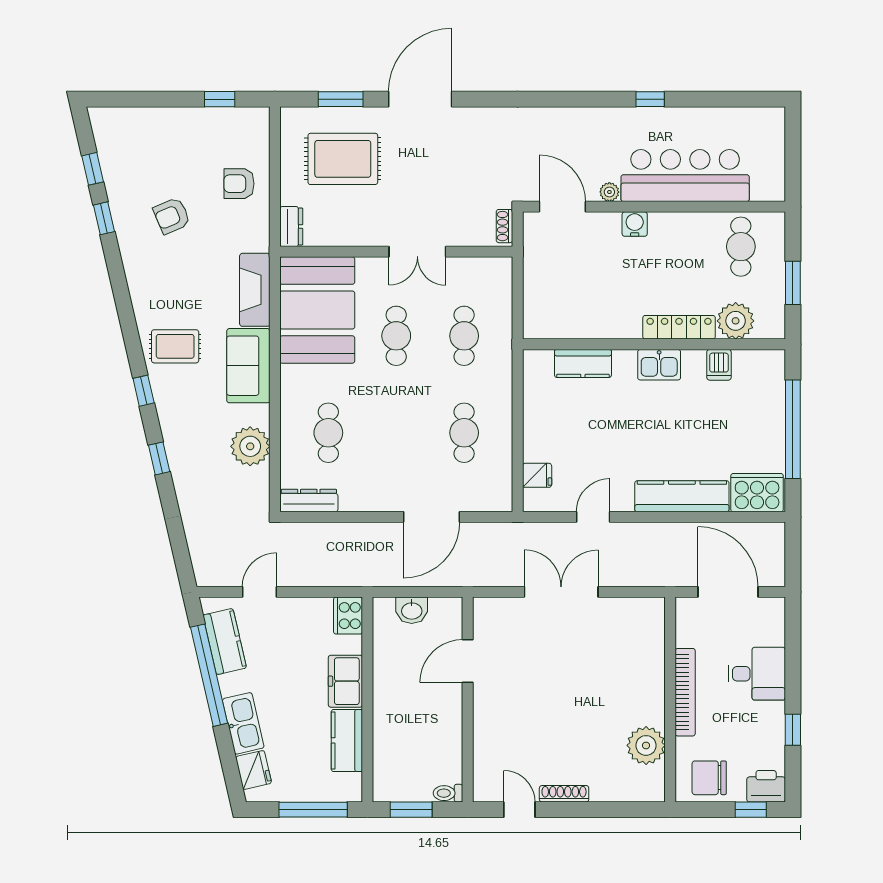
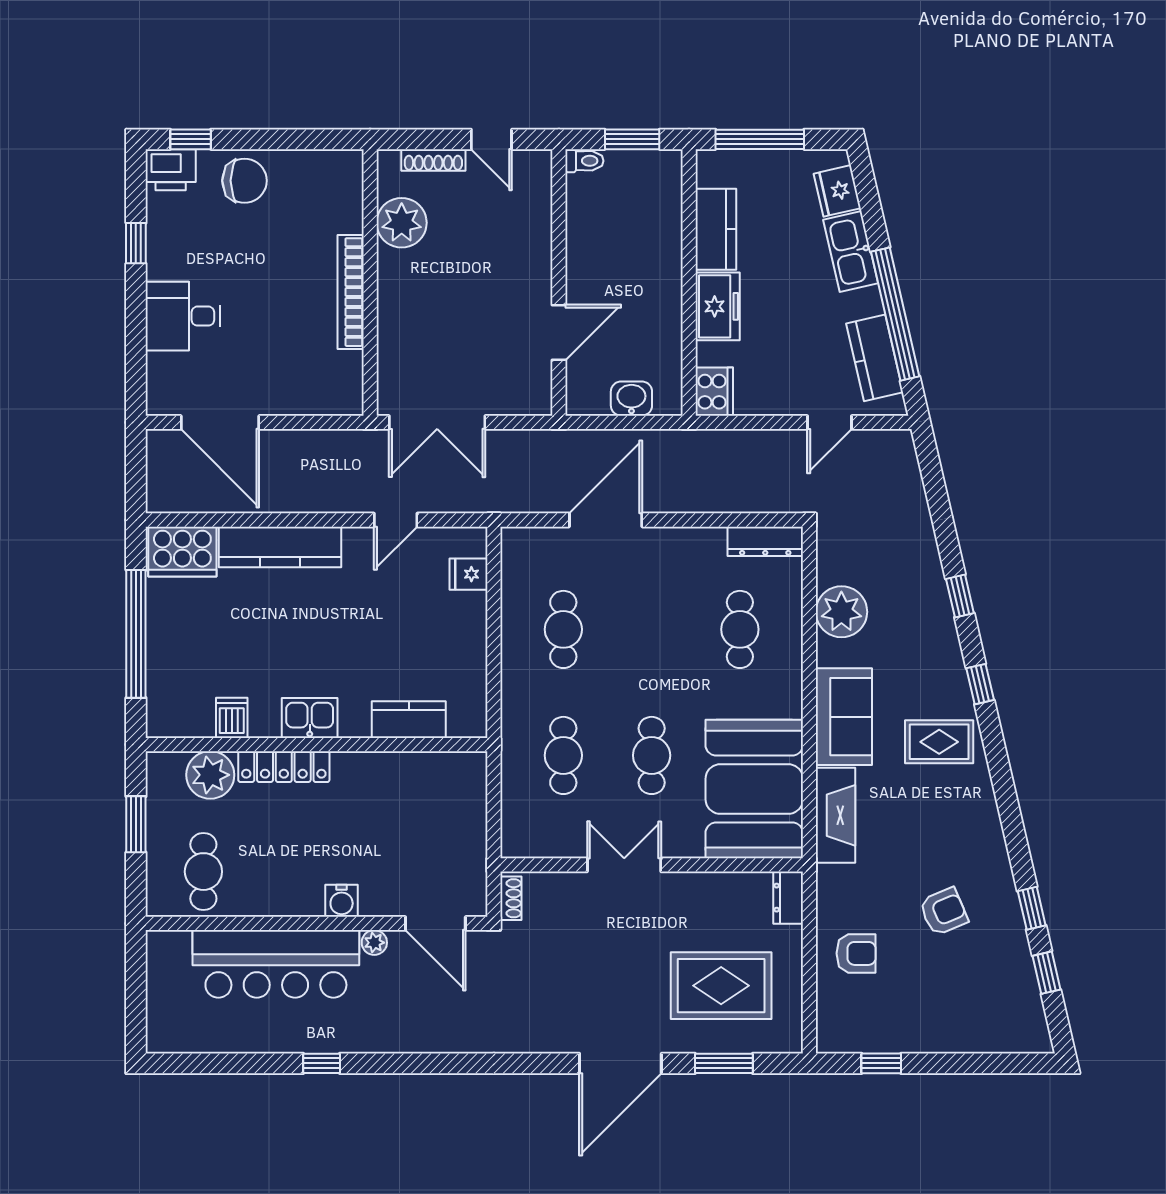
bookcase: (685, 692) -> (351, 292), moved
wall: (670, 700) -> (370, 282), moved
plant: (646, 745) -> (402, 223), moved

